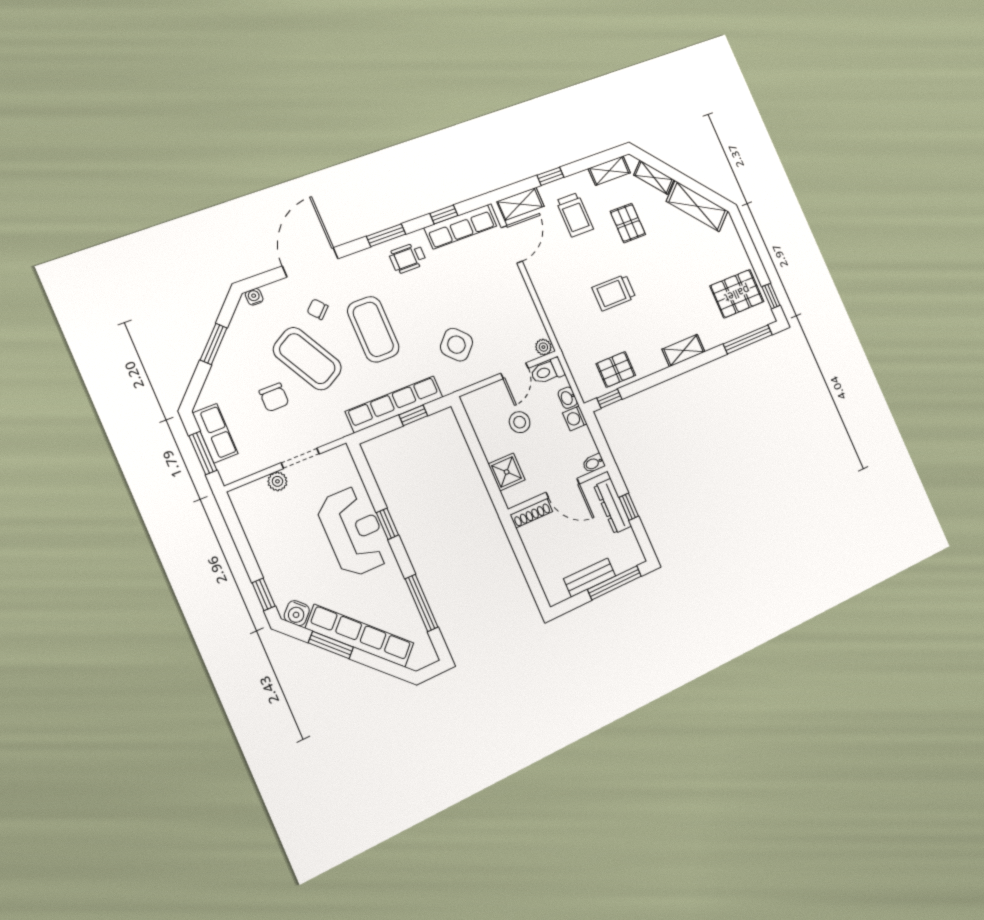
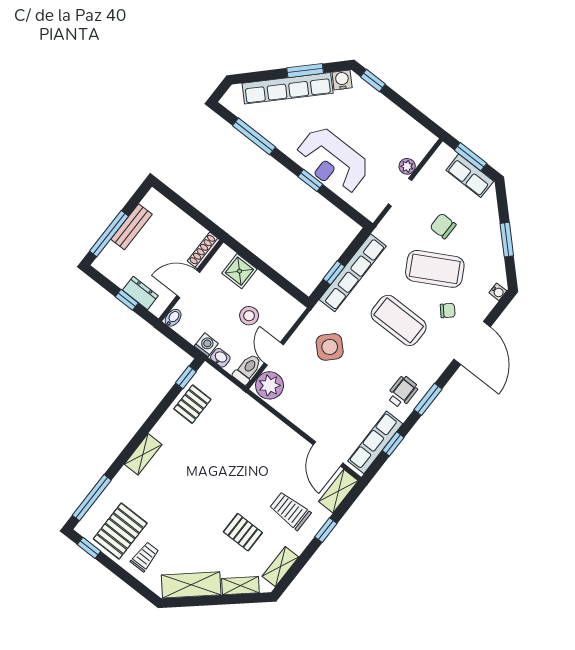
trolley: (614, 293) -> (145, 557), moved, width x0.73, depth x0.72
plant: (543, 347) -> (269, 385), width x1.88, depth x1.88
dresser: (613, 506) -> (140, 293), width x0.70

